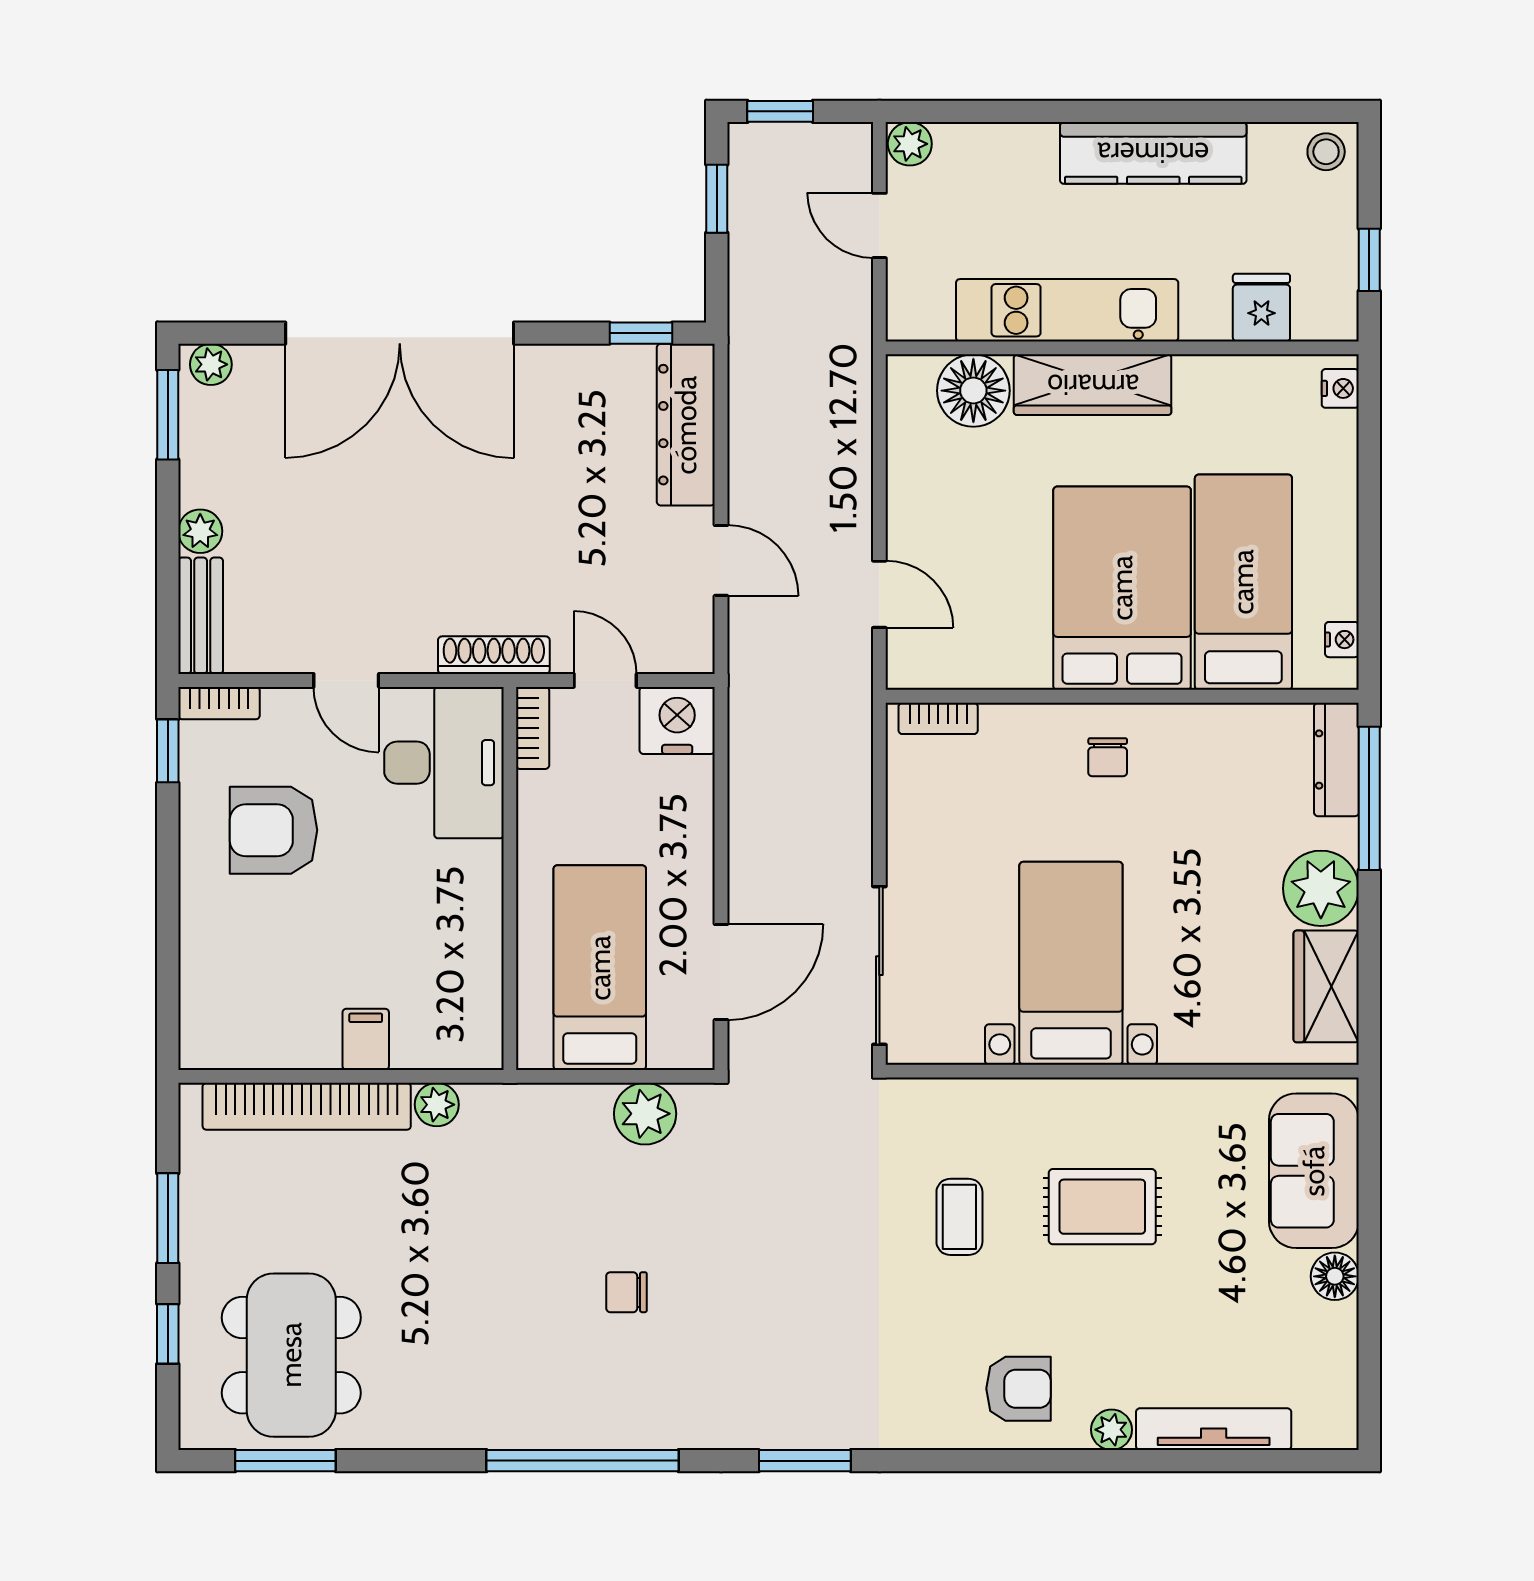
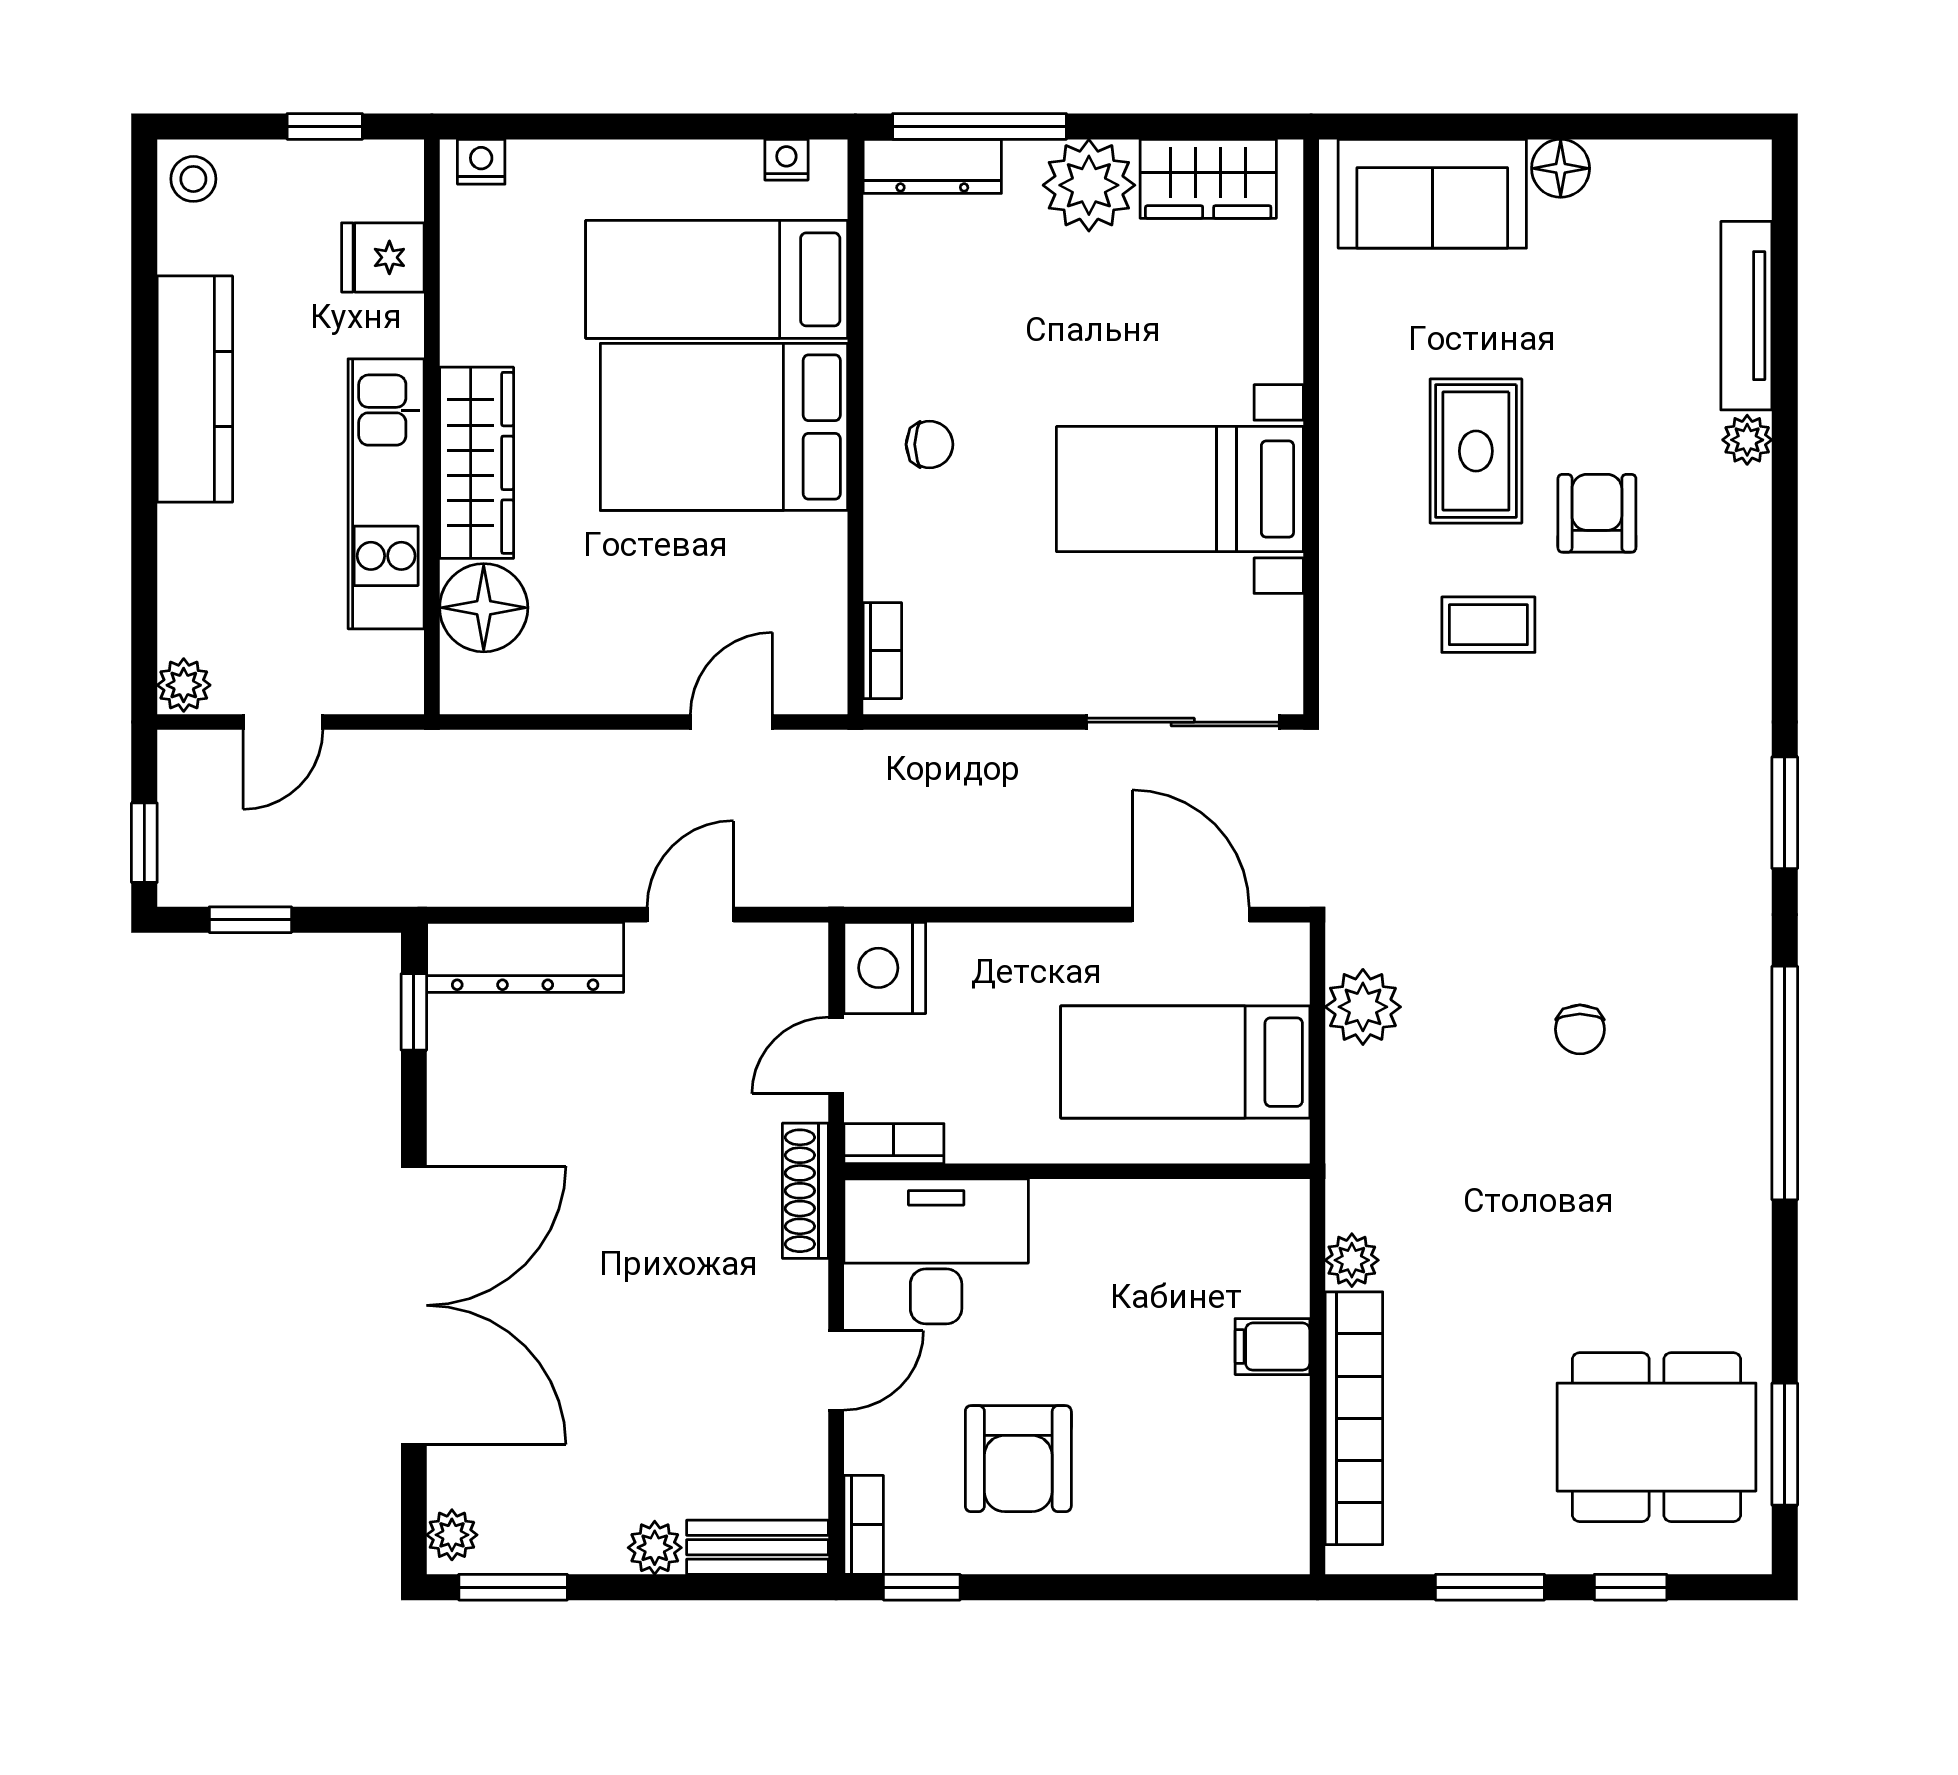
armchair: (1018, 1389) -> (1597, 513), moved

